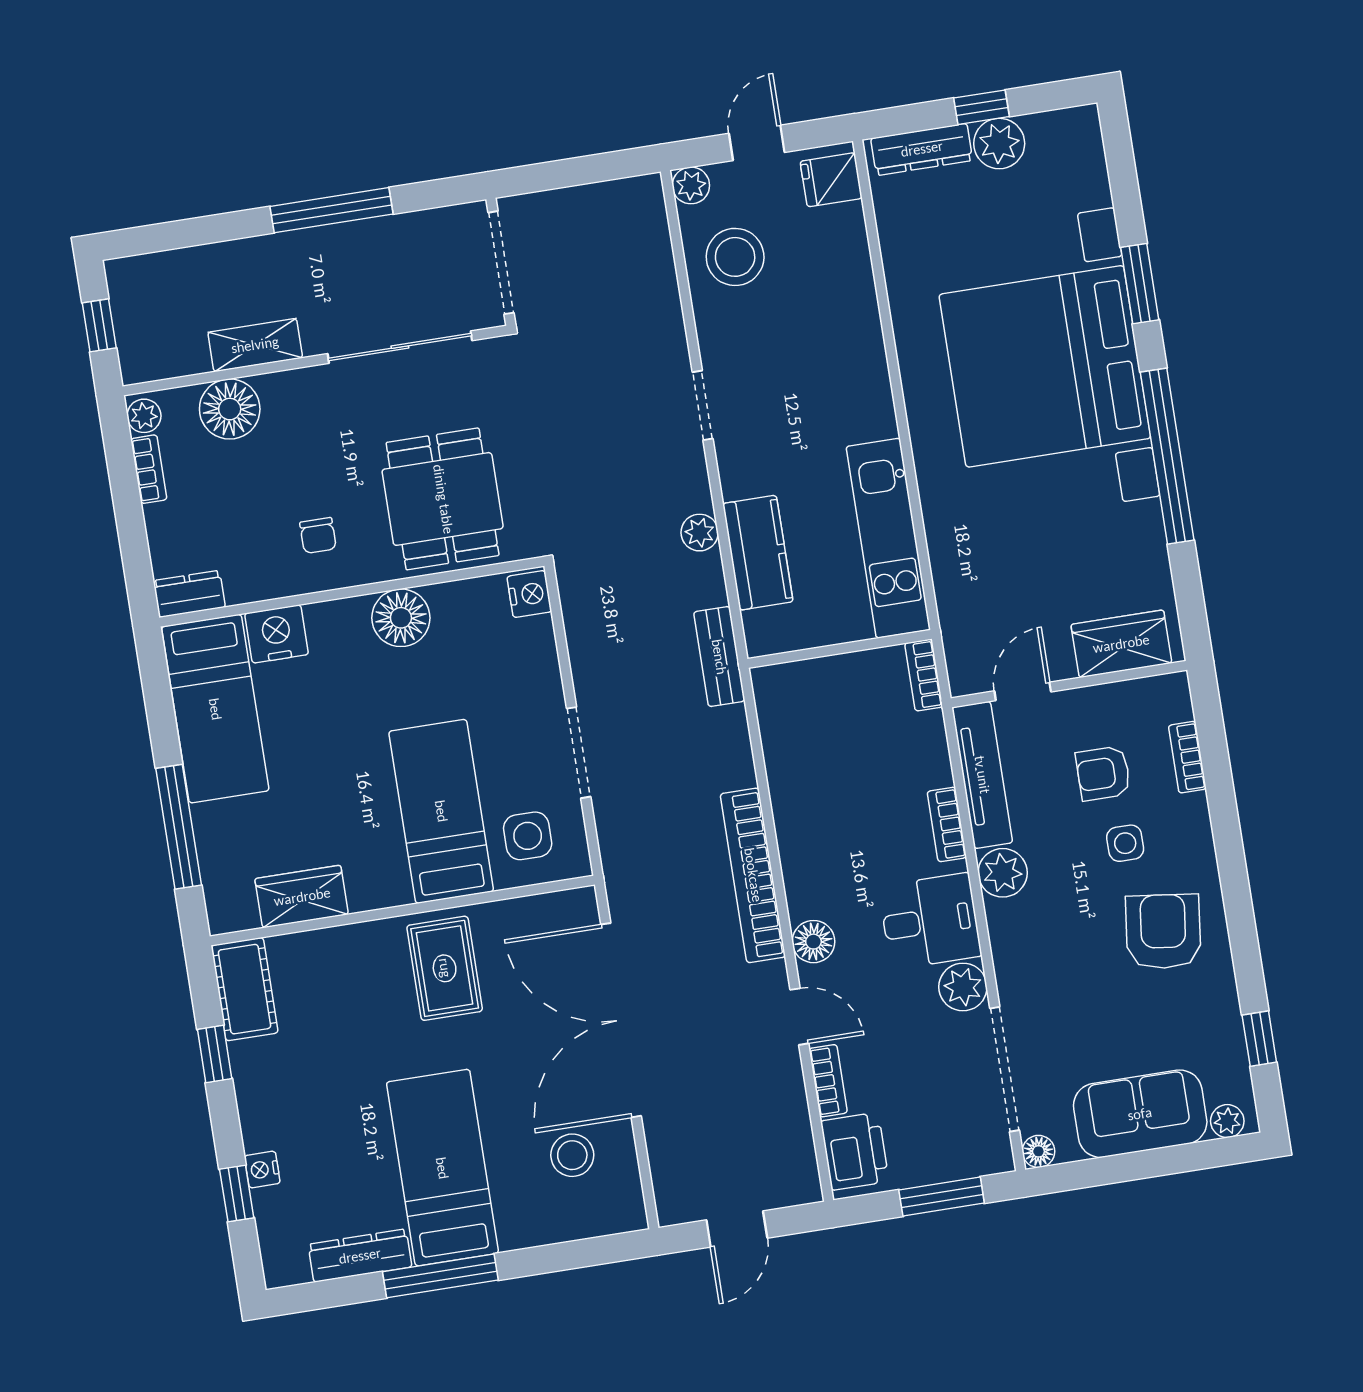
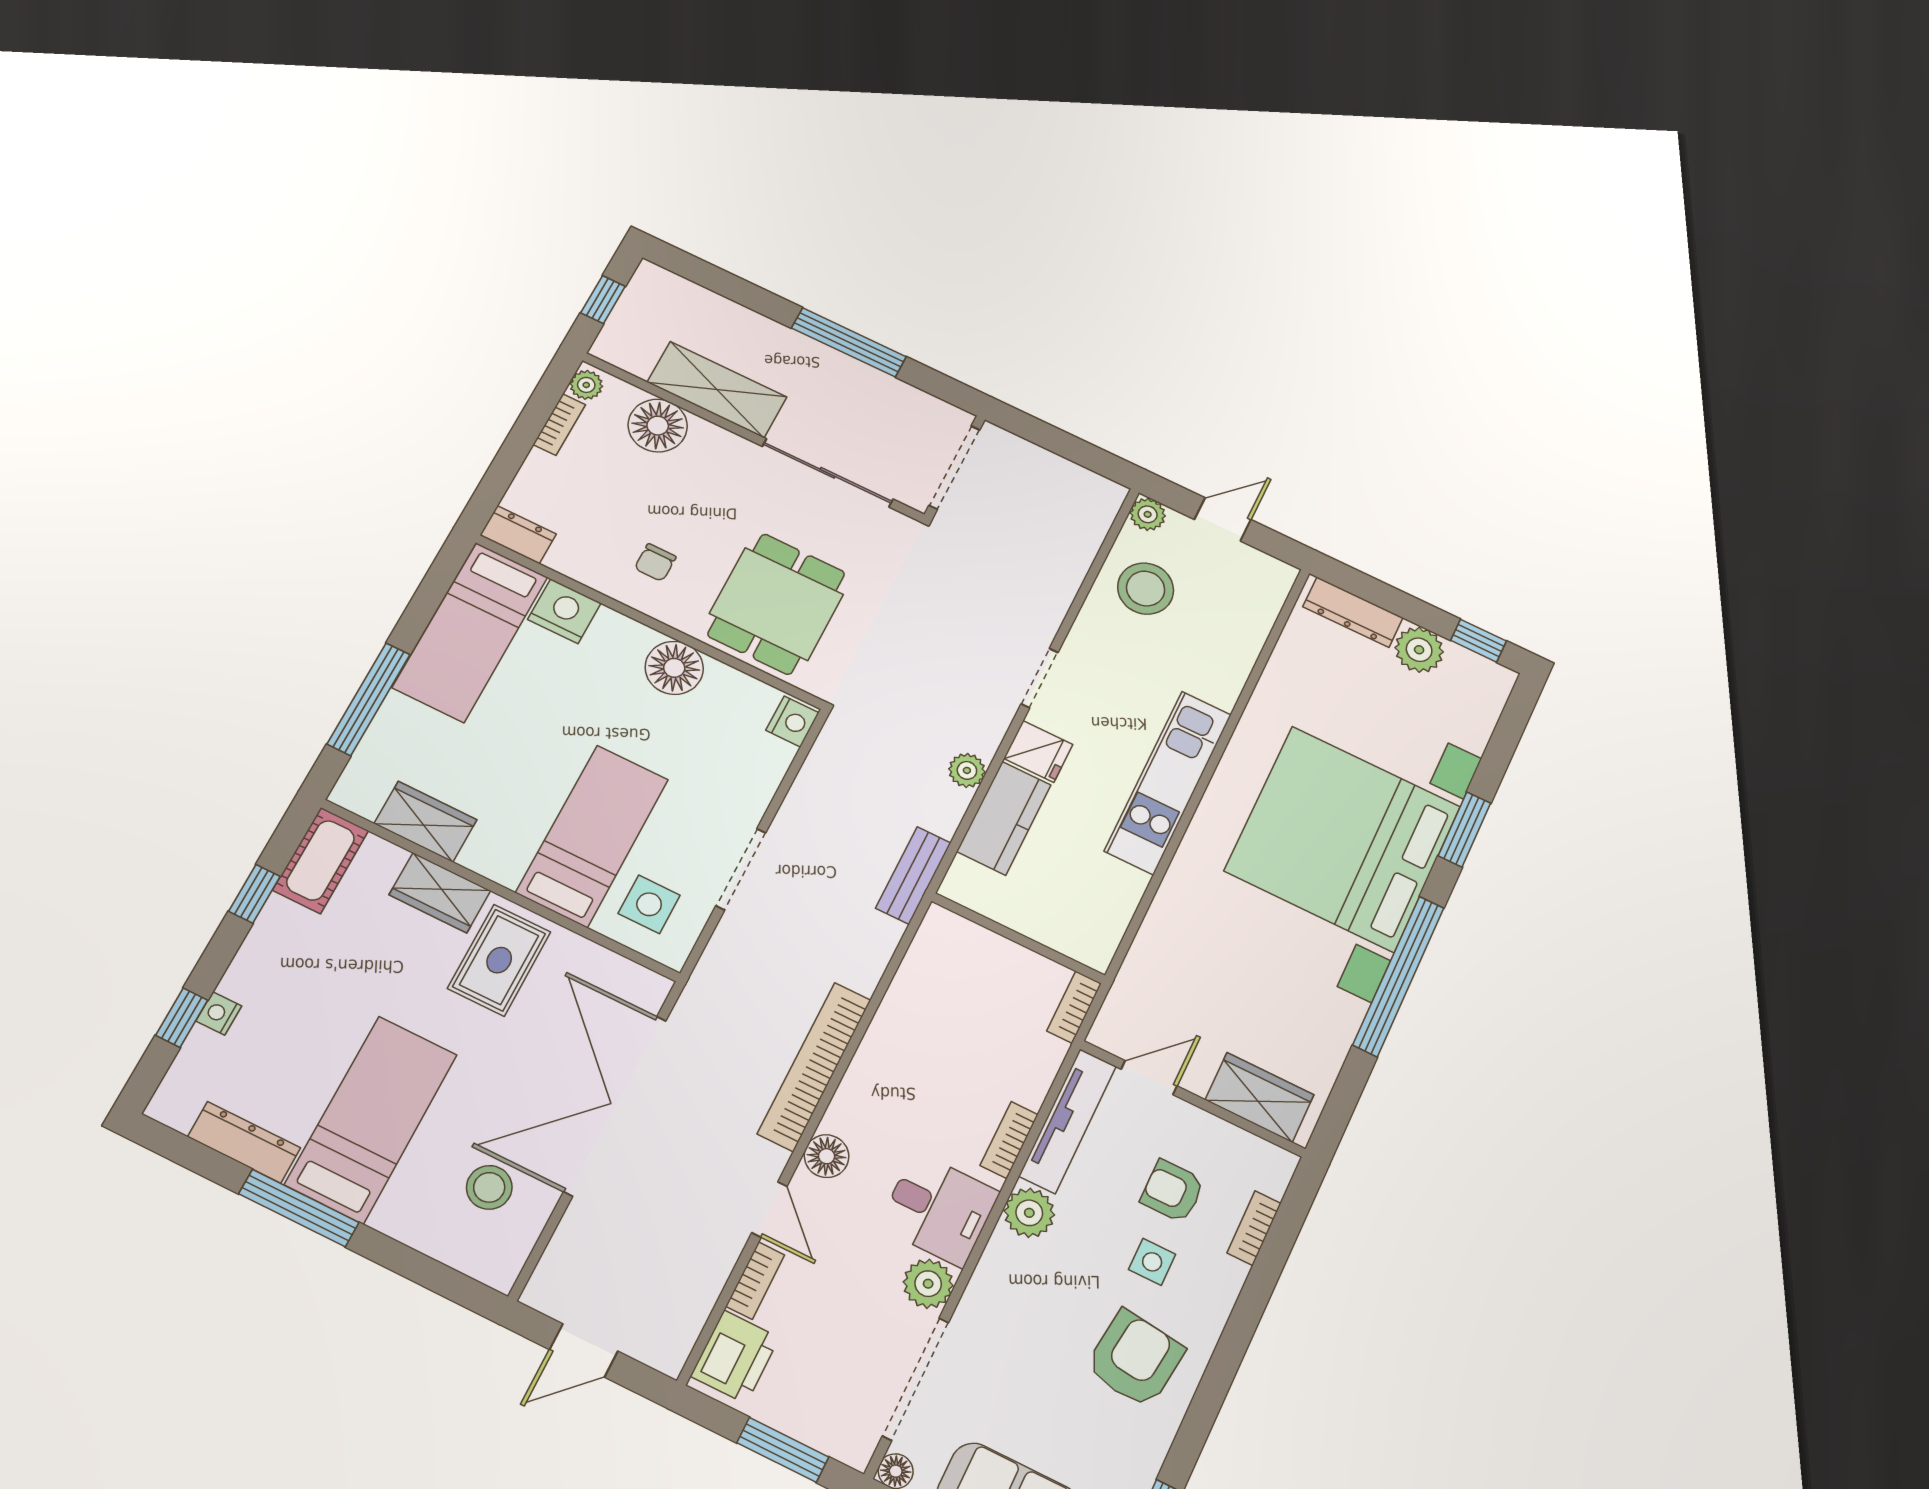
window: (982, 107) -> (1478, 641), moved
fridge: (831, 180) -> (1038, 751), moved, turned 180
shelving: (255, 345) -> (717, 390), width x1.50, depth x1.33
kitchen unit: (888, 538) -> (1168, 783), moved
wardrobe: (357, 947) -> (440, 893), added

